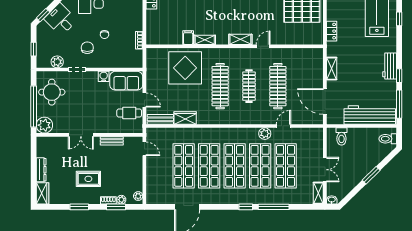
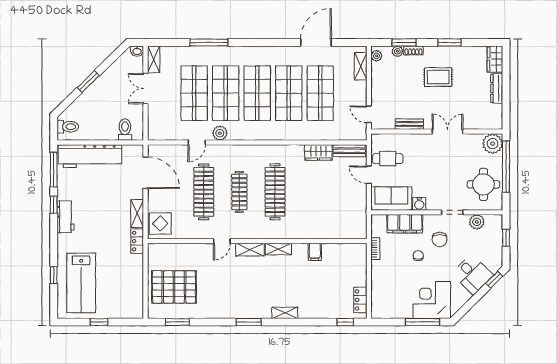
locker: (332, 31) -> (137, 241), moved
shelving: (205, 40) -> (278, 249), moved
filing cabinet: (115, 60) -> (405, 224), added
display table: (185, 68) -> (160, 224), moved, width x0.54, depth x0.54
shelving: (151, 188) -> (361, 66), added
window: (246, 207) -> (243, 42), removed

